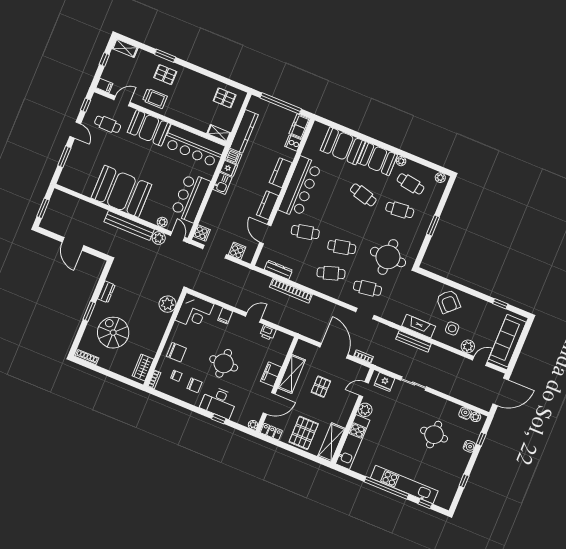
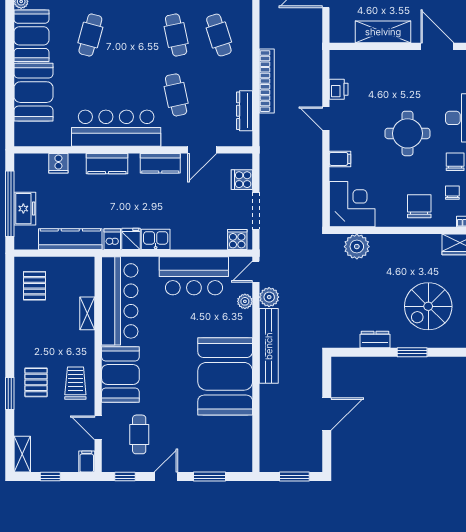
freezer: (300, 126) -> (25, 209), moved, turned -90
shelving: (219, 133) -> (87, 313), moved
filing cabinet: (271, 374) -> (395, 61), removed

